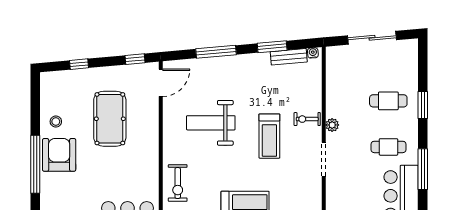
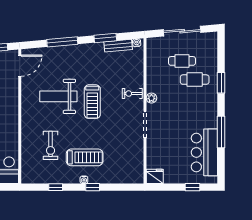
treadmill: (269, 136) -> (92, 102), moved
cafe table: (388, 147) -> (182, 61), moved
exercise bike: (178, 183) -> (51, 145), moved

